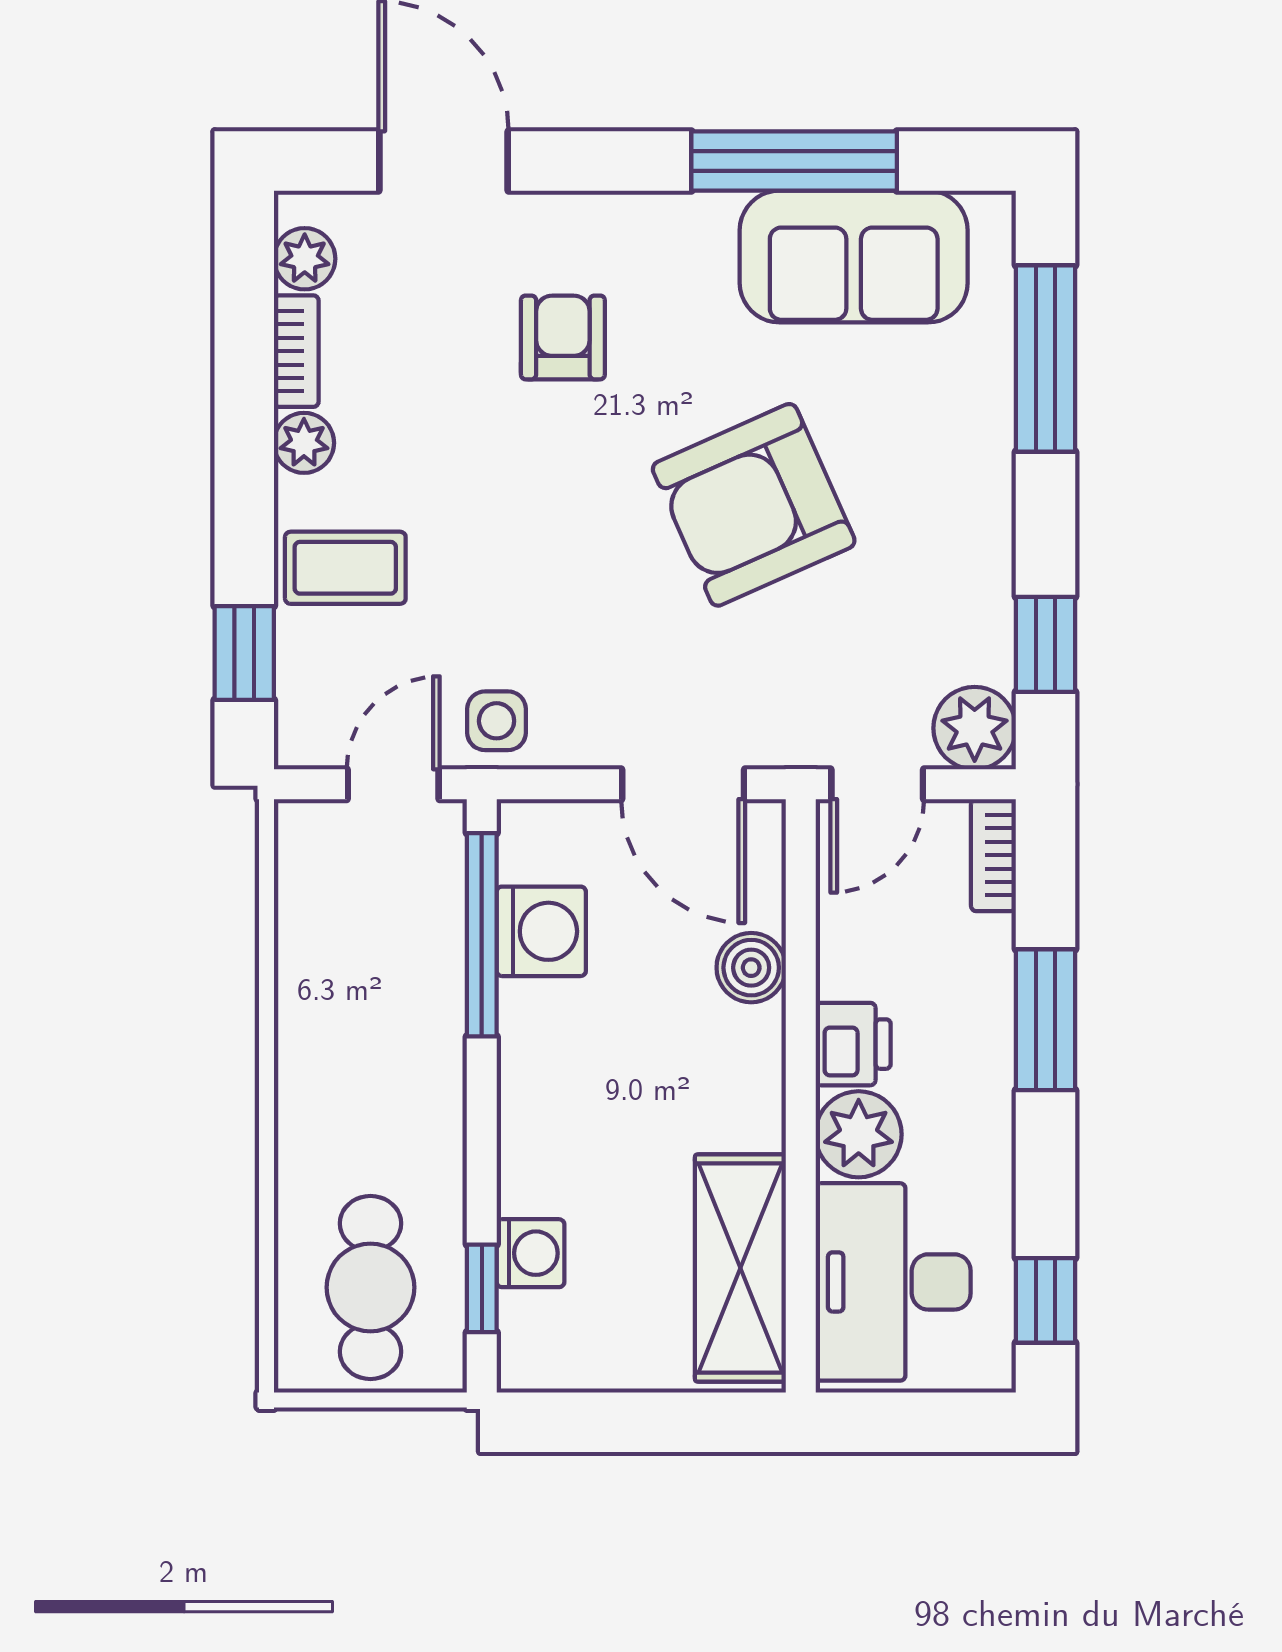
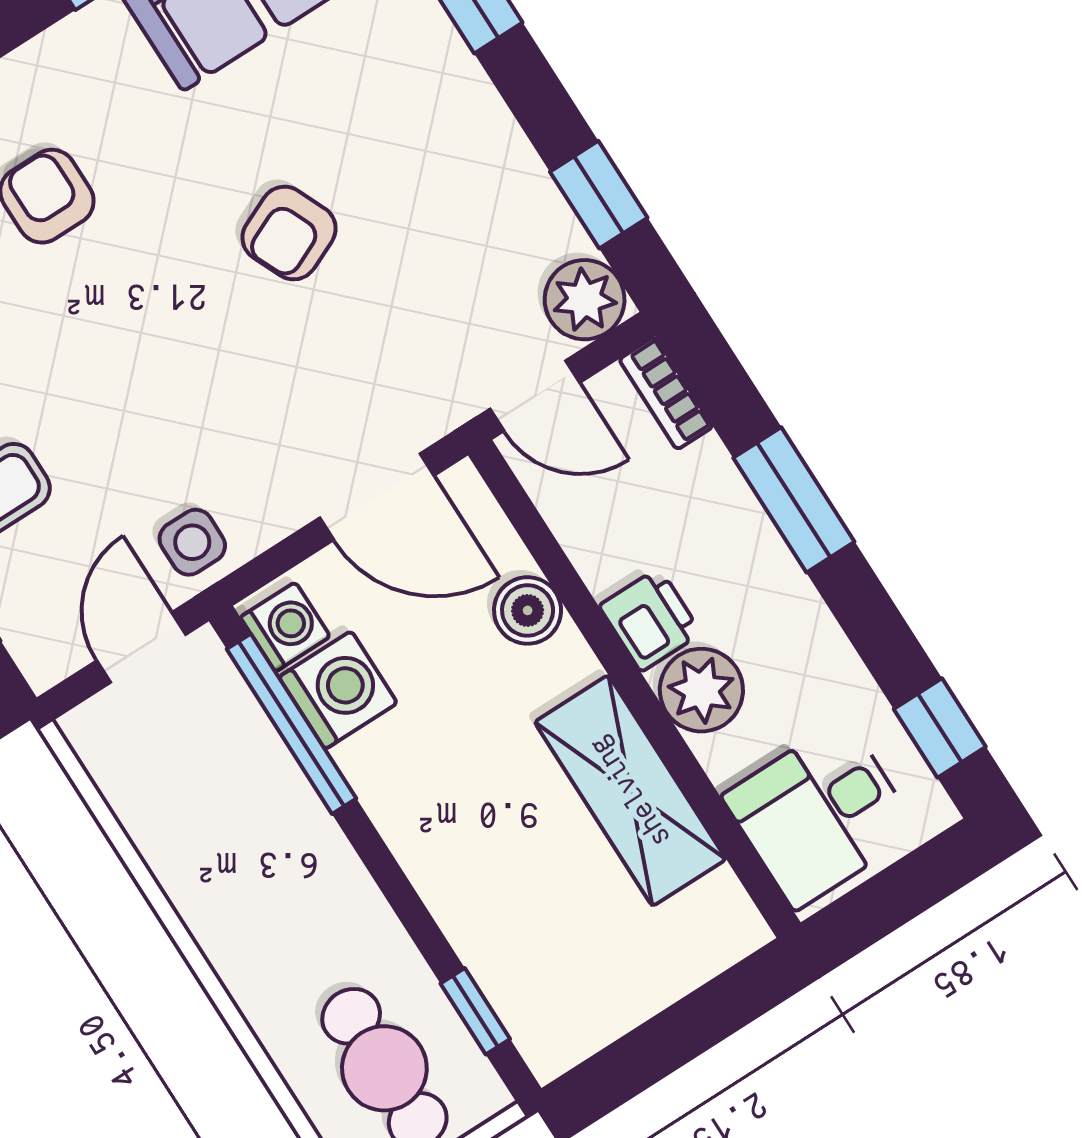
armchair: (754, 505) -> (289, 233), width x0.53, depth x0.53
door: (877, 784) -> (535, 396), hinge flipped
washing machine: (530, 1253) -> (285, 627), moved
shelving: (740, 1268) -> (630, 791), moved
desk: (893, 1282) -> (820, 814), width x0.73

